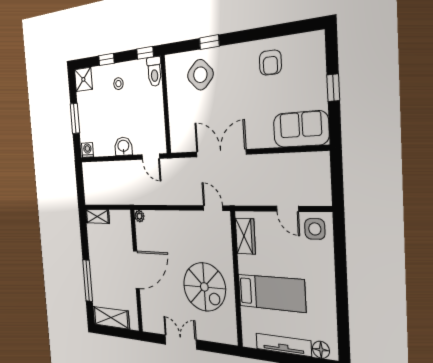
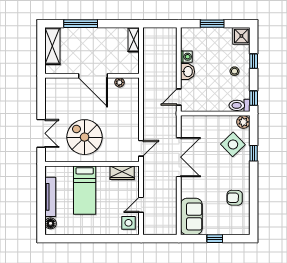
plant: (173, 63) -> (243, 122), added
washing machine: (87, 150) -> (186, 57), moved
plant: (139, 216) -> (120, 82), moved
spiral stairs: (204, 287) -> (85, 137), turned 90
double door: (181, 342) -> (41, 133), moved

